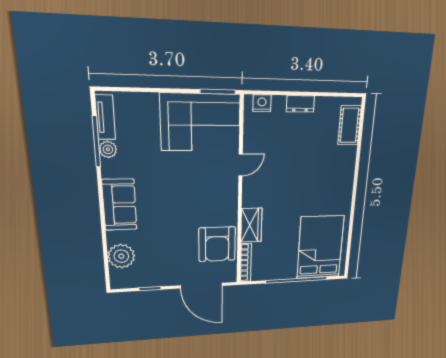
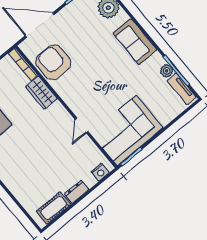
cot: (350, 125) -> (54, 208), moved, turned 90

